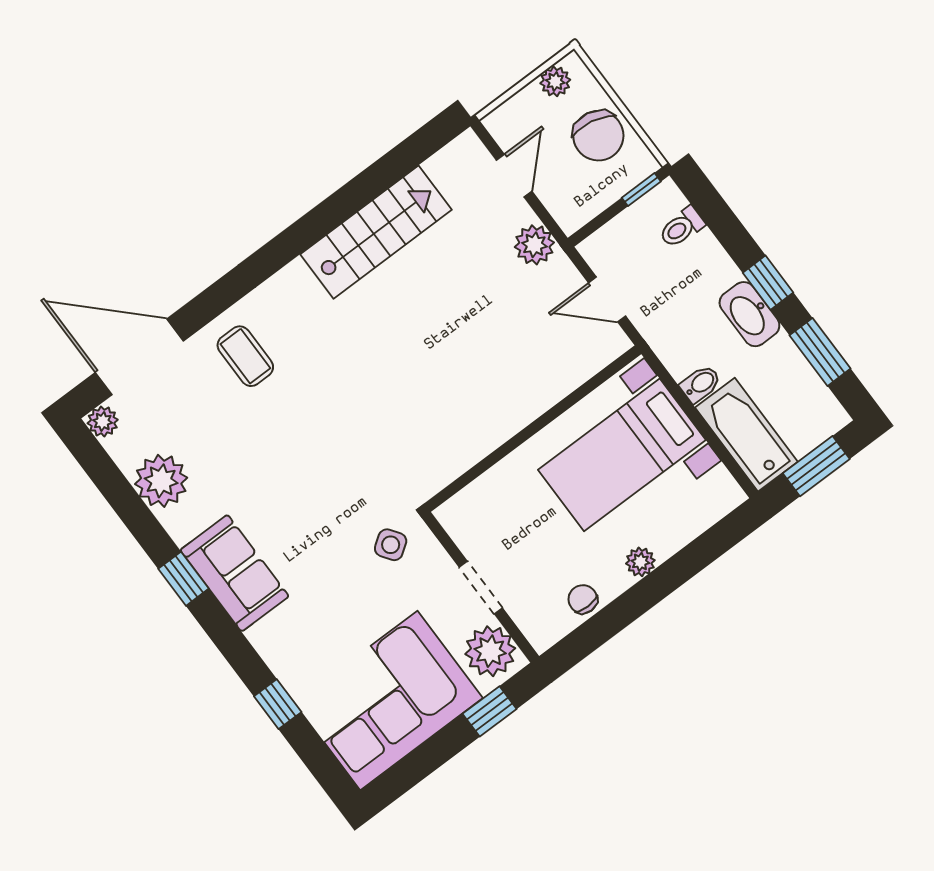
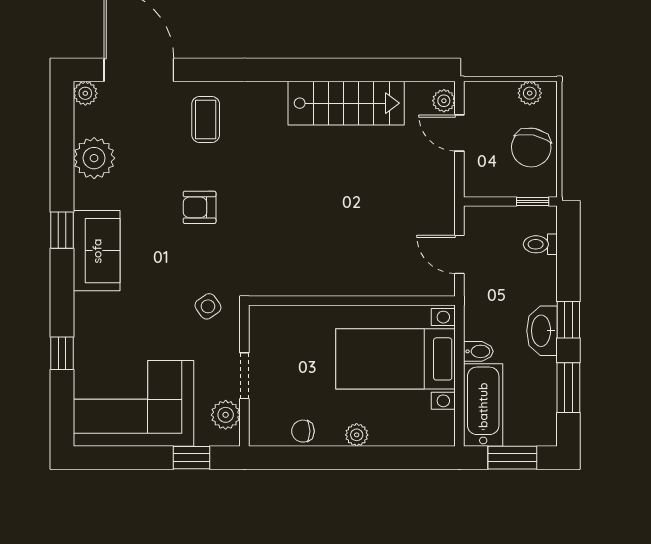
door: (514, 176) -> (459, 133), swing flipped
plant: (534, 245) -> (444, 101), moved, width x0.73, depth x0.73
armchair: (306, 450) -> (200, 207), added
chair: (583, 599) -> (303, 431), turned -90
plant: (490, 651) -> (226, 415), width x0.73, depth x0.73

